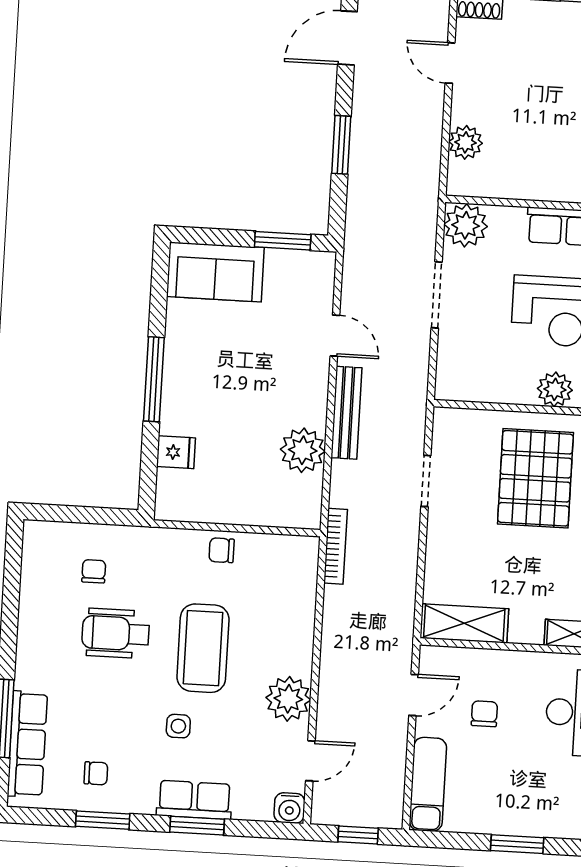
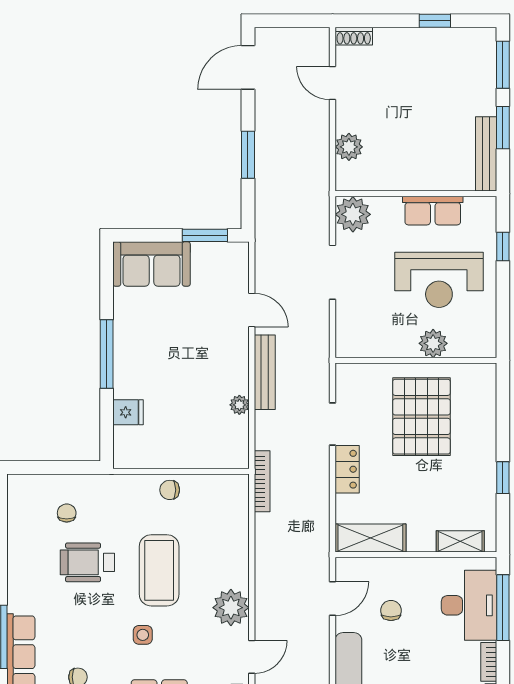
plant: (303, 450) -> (239, 405), width x0.53, depth x0.53
locker: (441, 537) -> (347, 469), added

